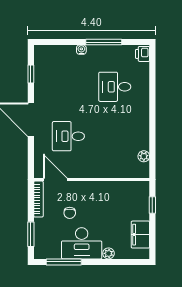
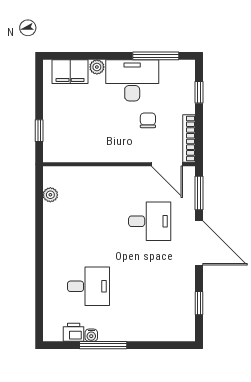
water cooler: (81, 50) -> (91, 335), moved
printer: (143, 54) -> (74, 332), moved, turned -90
window: (31, 158) -> (199, 193), added
window: (31, 234) -> (199, 92), width x0.67
filing cabinet: (140, 235) -> (70, 72), moved, turned 90

